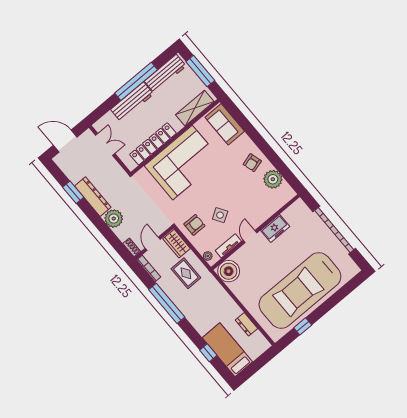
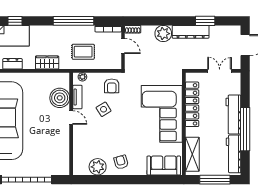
double door: (105, 144) -> (220, 71), swing flipped
freezer: (275, 228) -> (62, 140), removed
wardrobe: (177, 244) -> (47, 63), moved
boiler: (229, 271) -> (60, 98), moved

